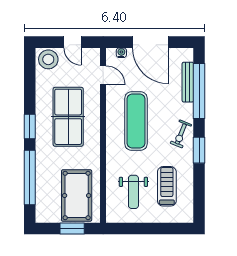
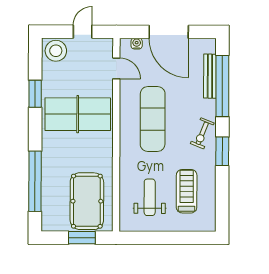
door: (72, 42) -> (83, 32), swing flipped
table tennis table: (68, 117) -> (78, 114), turned 90
window: (30, 127) -> (35, 94), moved
weight bench: (133, 192) -> (150, 197), turned 180

